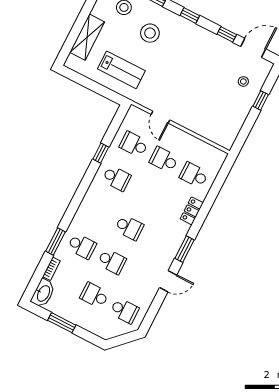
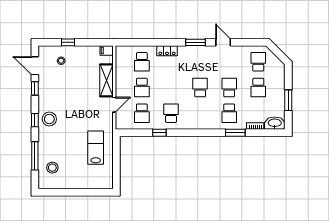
stool: (150, 33) -> (49, 119), moved
shelving: (87, 37) -> (106, 80), moved, turned 90
filing cabinet: (228, 141) -> (107, 50), added
school desk: (82, 246) -> (229, 113), turned 180

